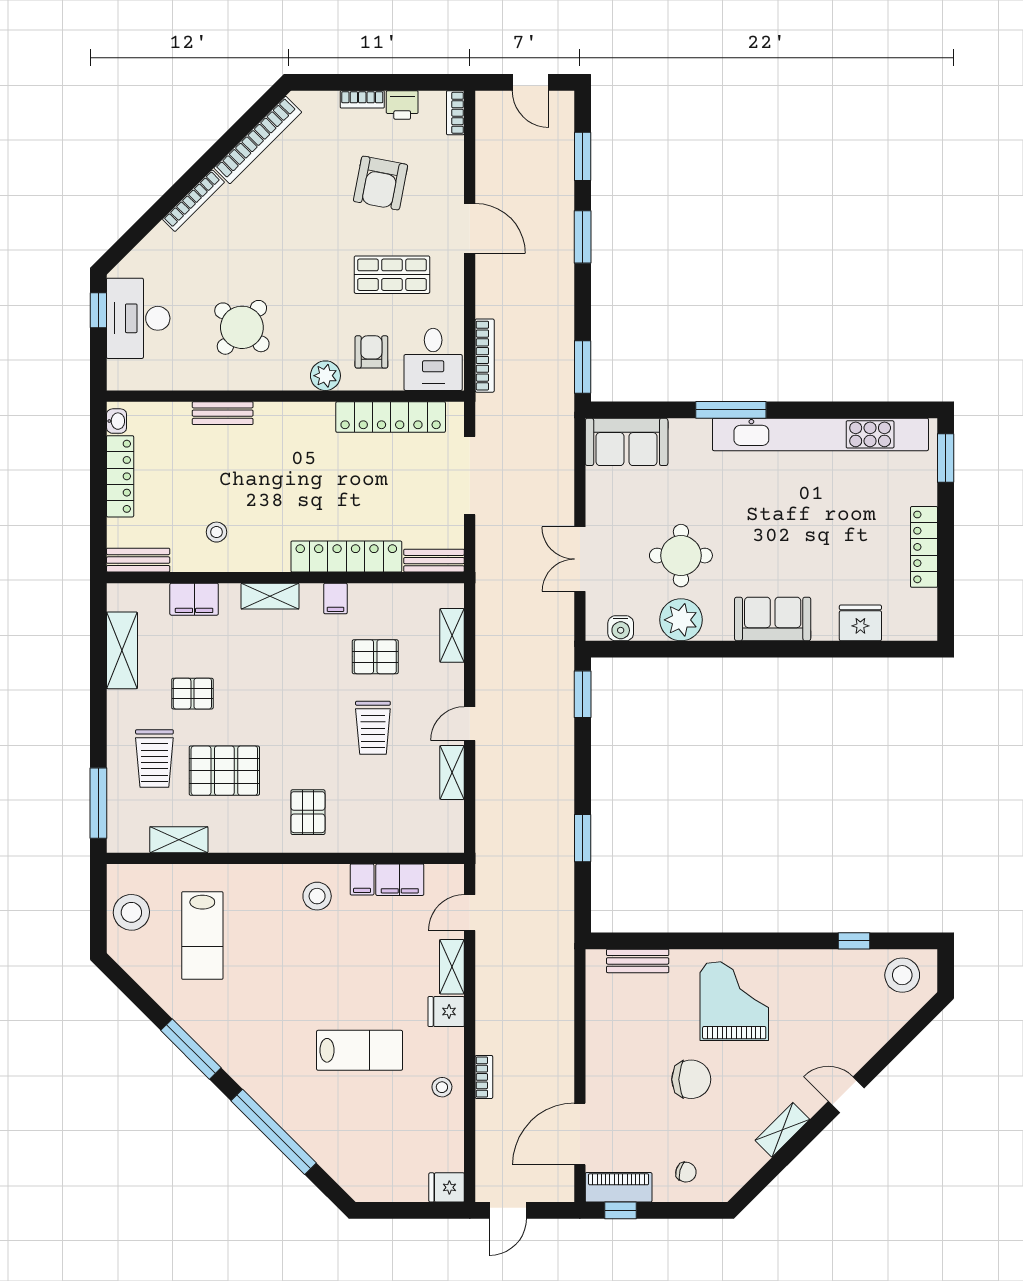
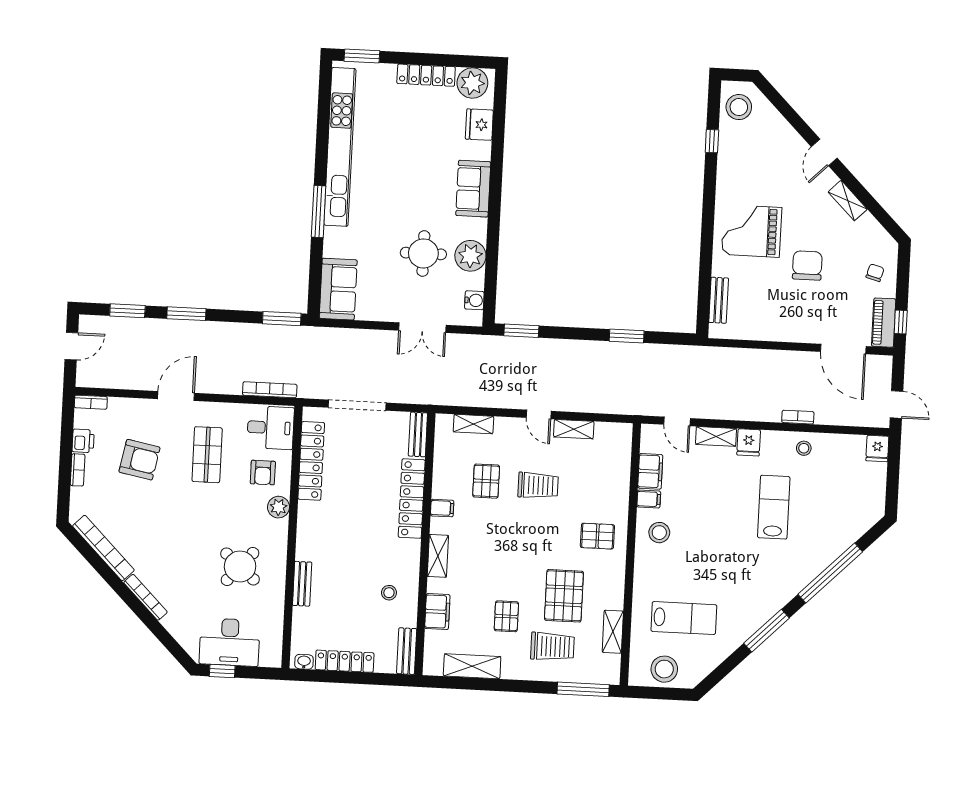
armchair: (371, 352) -> (263, 473), turned -90
plant: (917, 611) -> (472, 83), added

